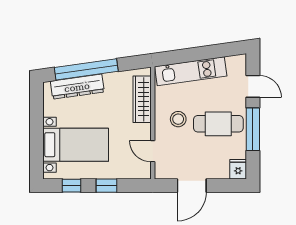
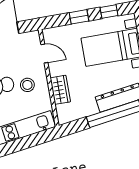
wardrobe: (142, 99) -> (60, 90), width x0.67

